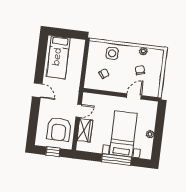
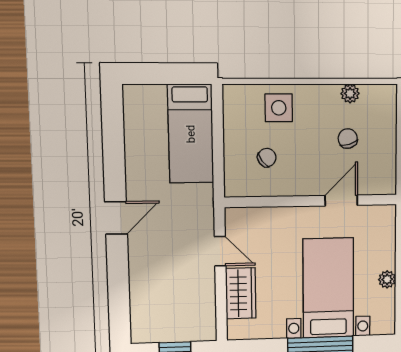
bed: (58, 57) -> (191, 134), moved
door: (37, 90) -> (116, 218), hinge flipped
door: (79, 111) -> (220, 251), hinge flipped
armchair: (59, 129) -> (181, 300), removed

